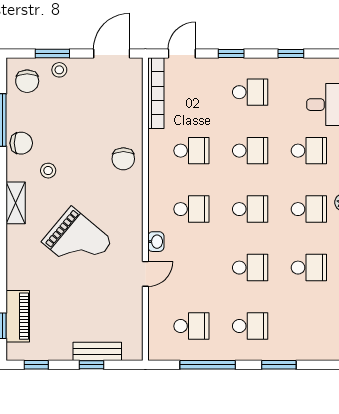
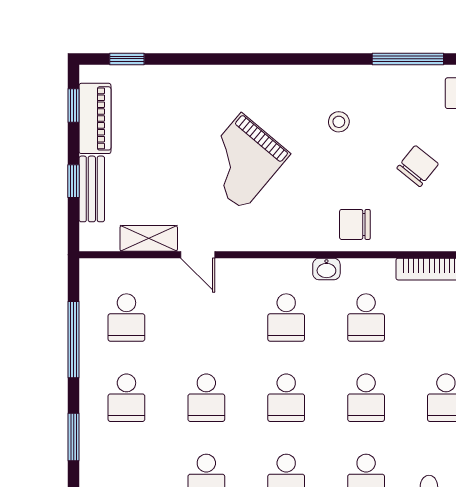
chair: (21, 143) -> (418, 166), moved, turned -141
shelving: (16, 203) -> (149, 238), moved
washbasin: (156, 242) -> (326, 269), moved
piano: (18, 316) -> (95, 118), moved, turned -90

